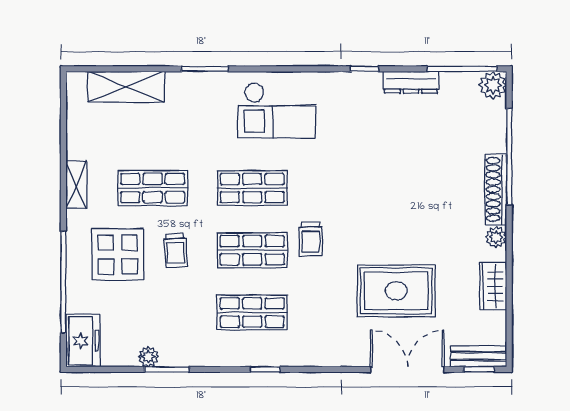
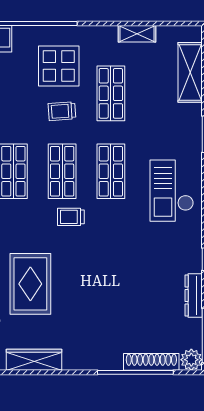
shelving: (77, 185) -> (137, 34), moved
shoe rack: (496, 189) -> (151, 362), moved
plant: (496, 237) -> (72, 362), removed
wardrobe: (493, 286) -> (34, 360), width x1.50

